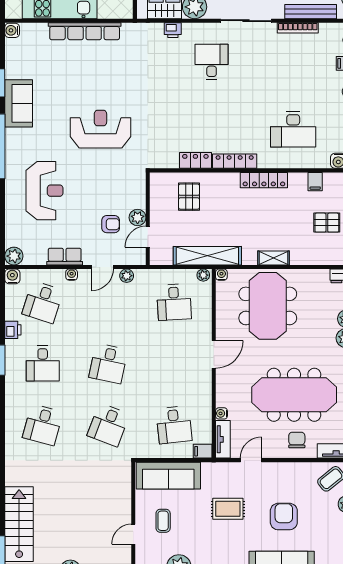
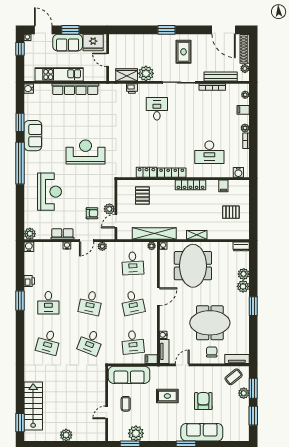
desk: (43, 302) -> (133, 303), moved, turned -30
meeting table: (294, 395) -> (210, 323), width x0.73

